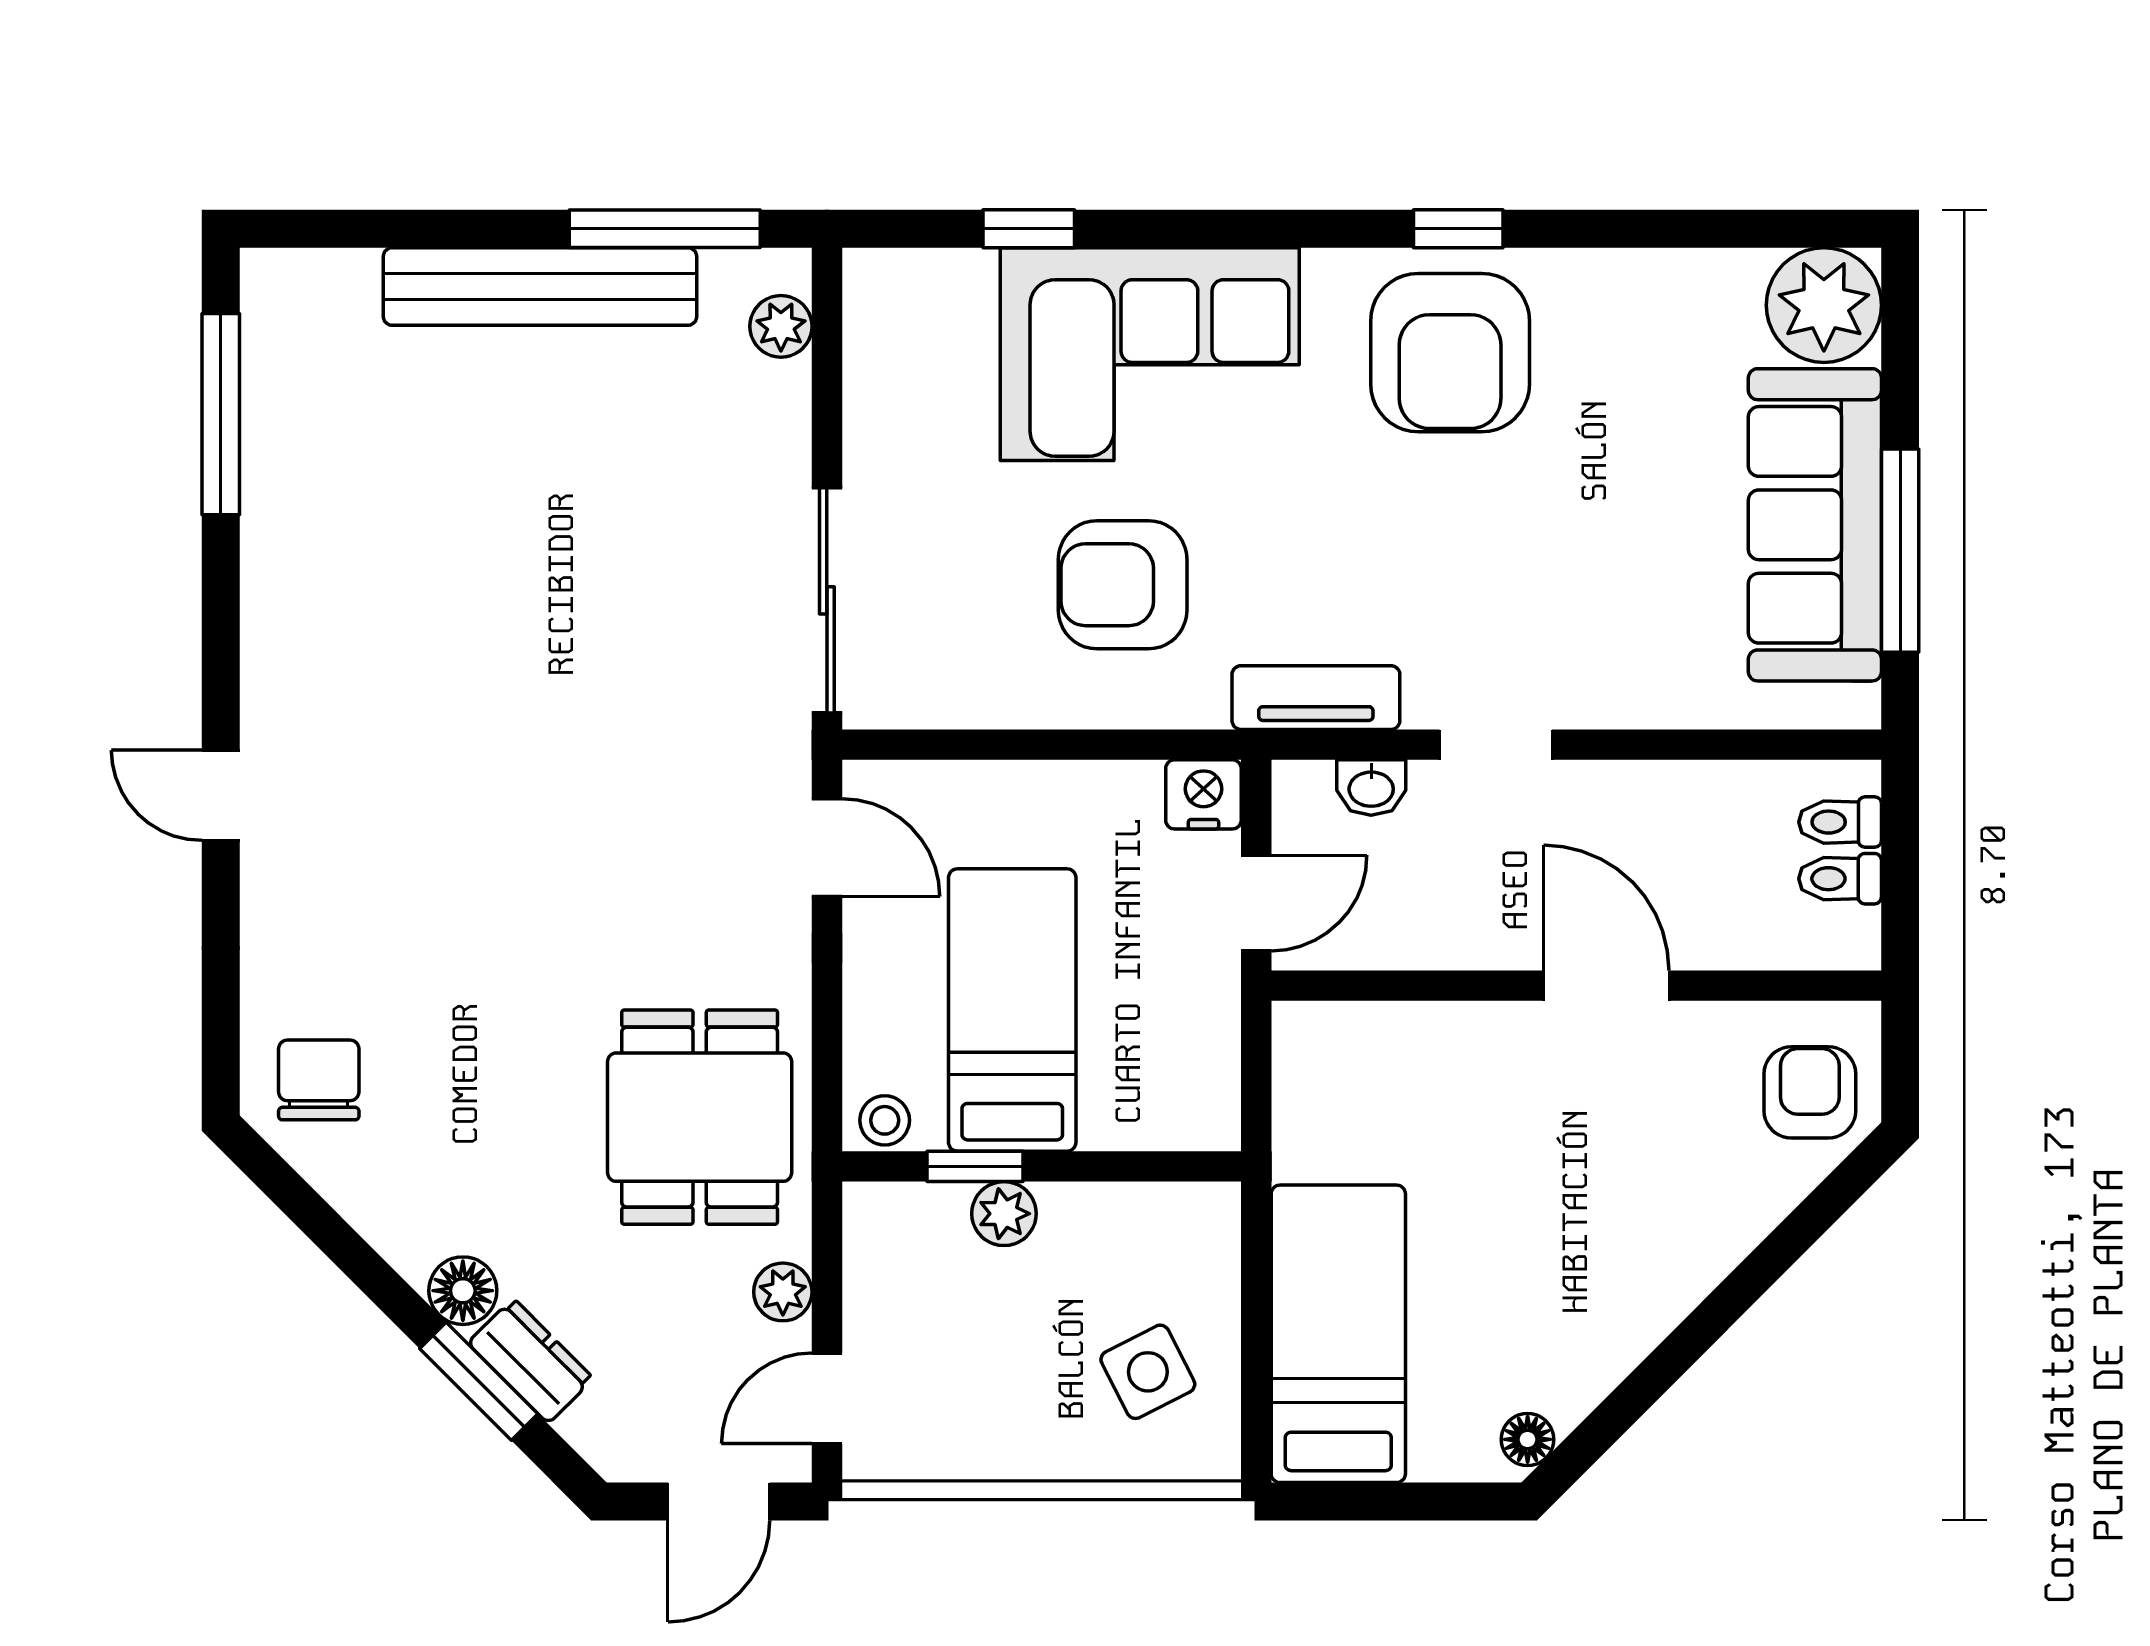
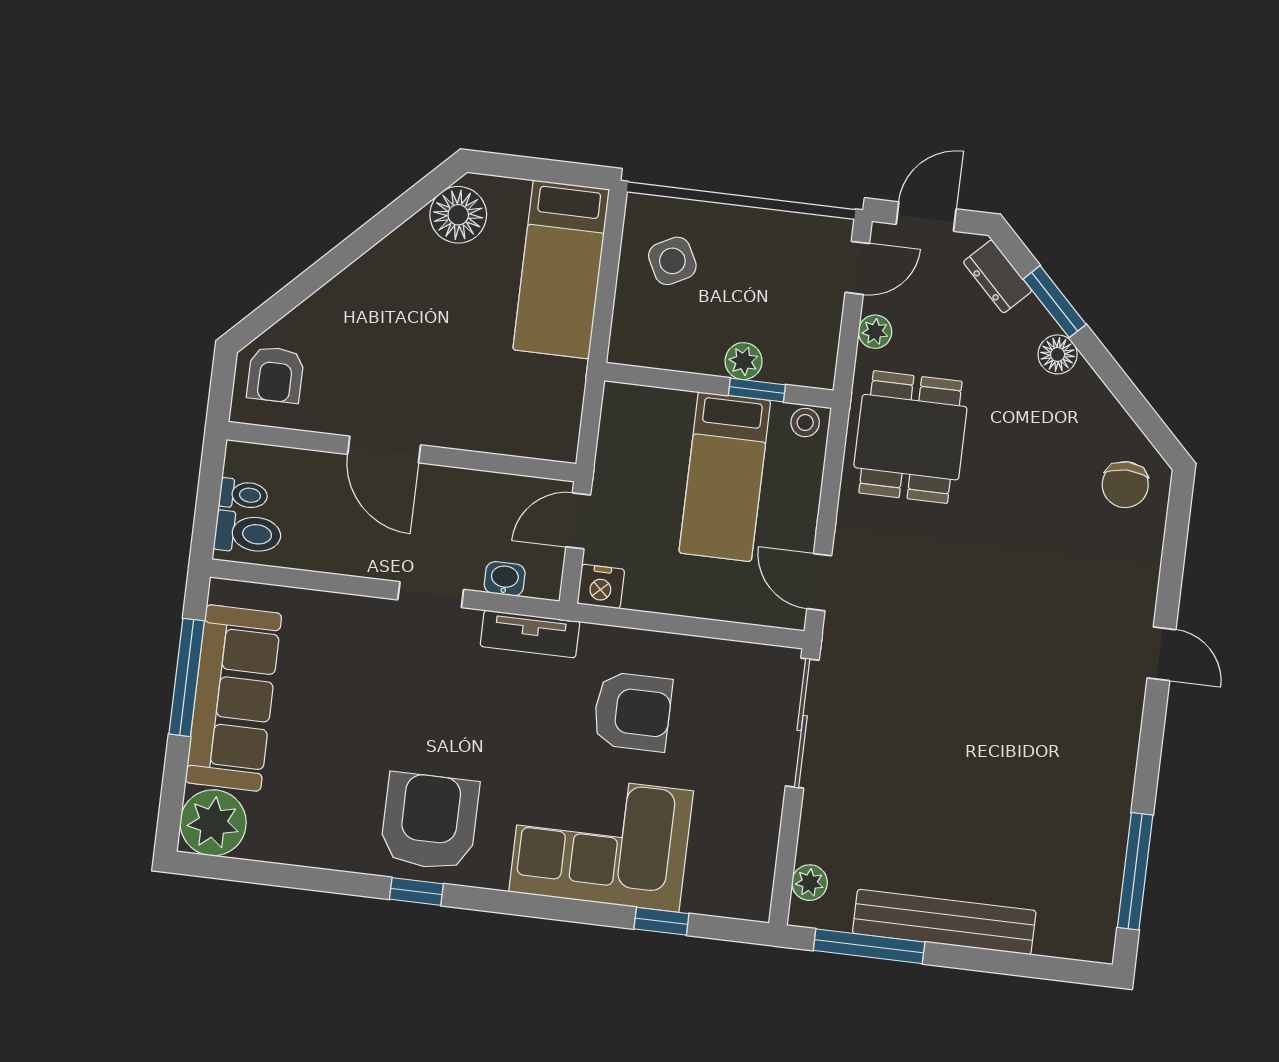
toilet: (1840, 822) -> (248, 533), width x1.37, depth x1.39
dresser: (531, 1361) -> (998, 276), moved
floor lamp: (1528, 1439) -> (458, 215), width x1.89, depth x1.89

